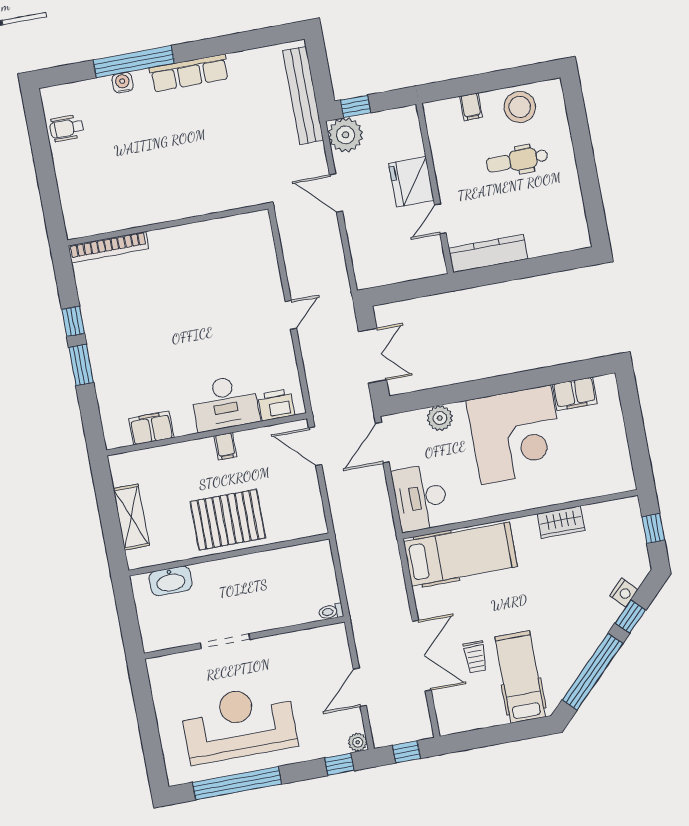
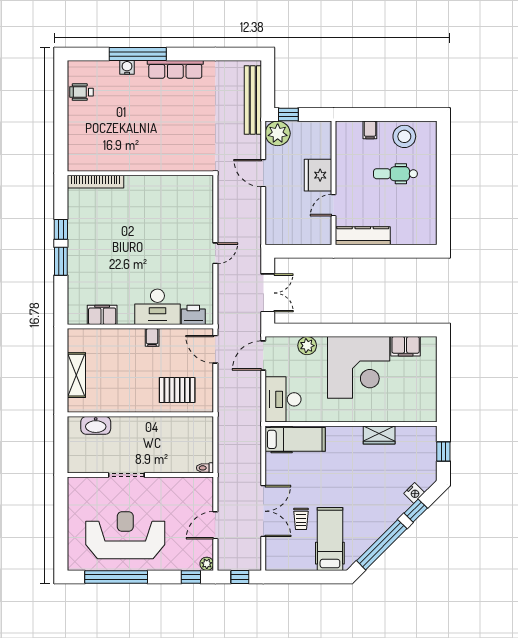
pallet: (228, 520) -> (177, 390), moved, width x0.73, depth x0.71
hospital bed: (460, 554) -> (295, 439), width x0.73, depth x0.78

